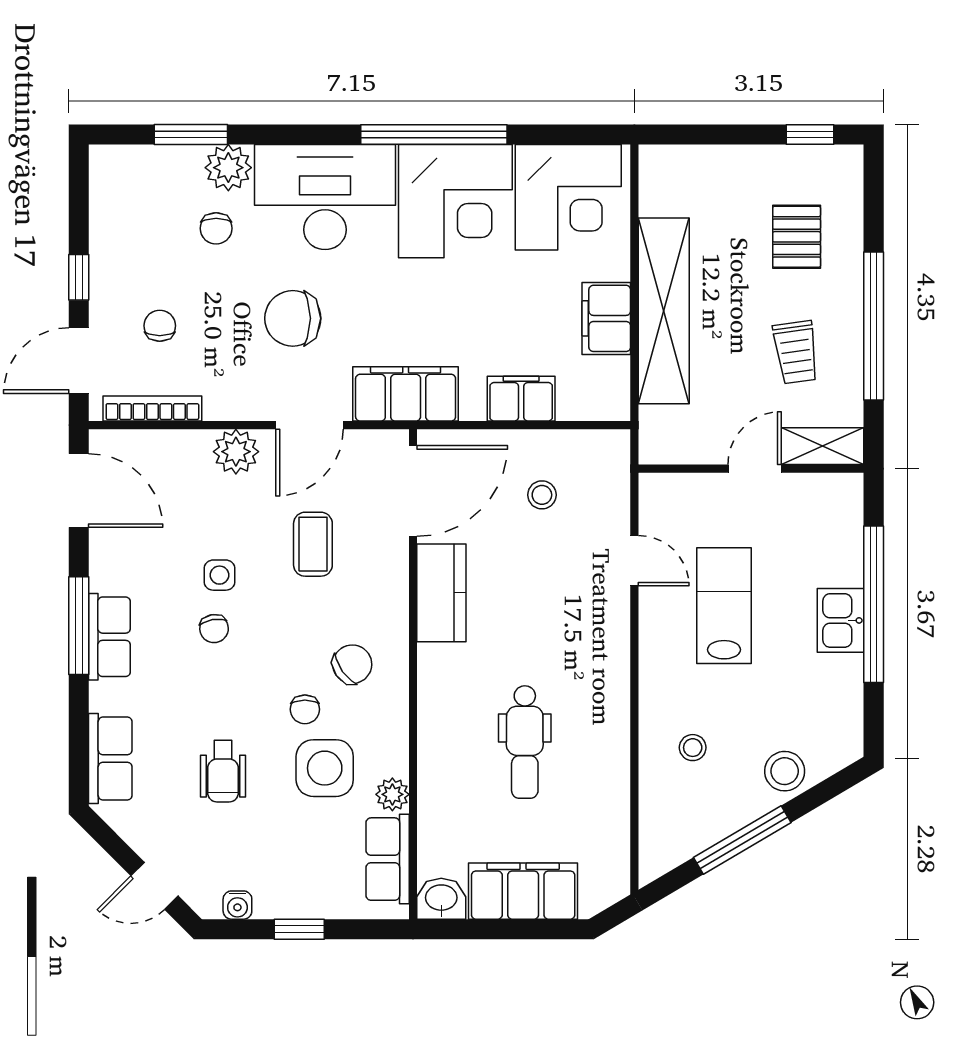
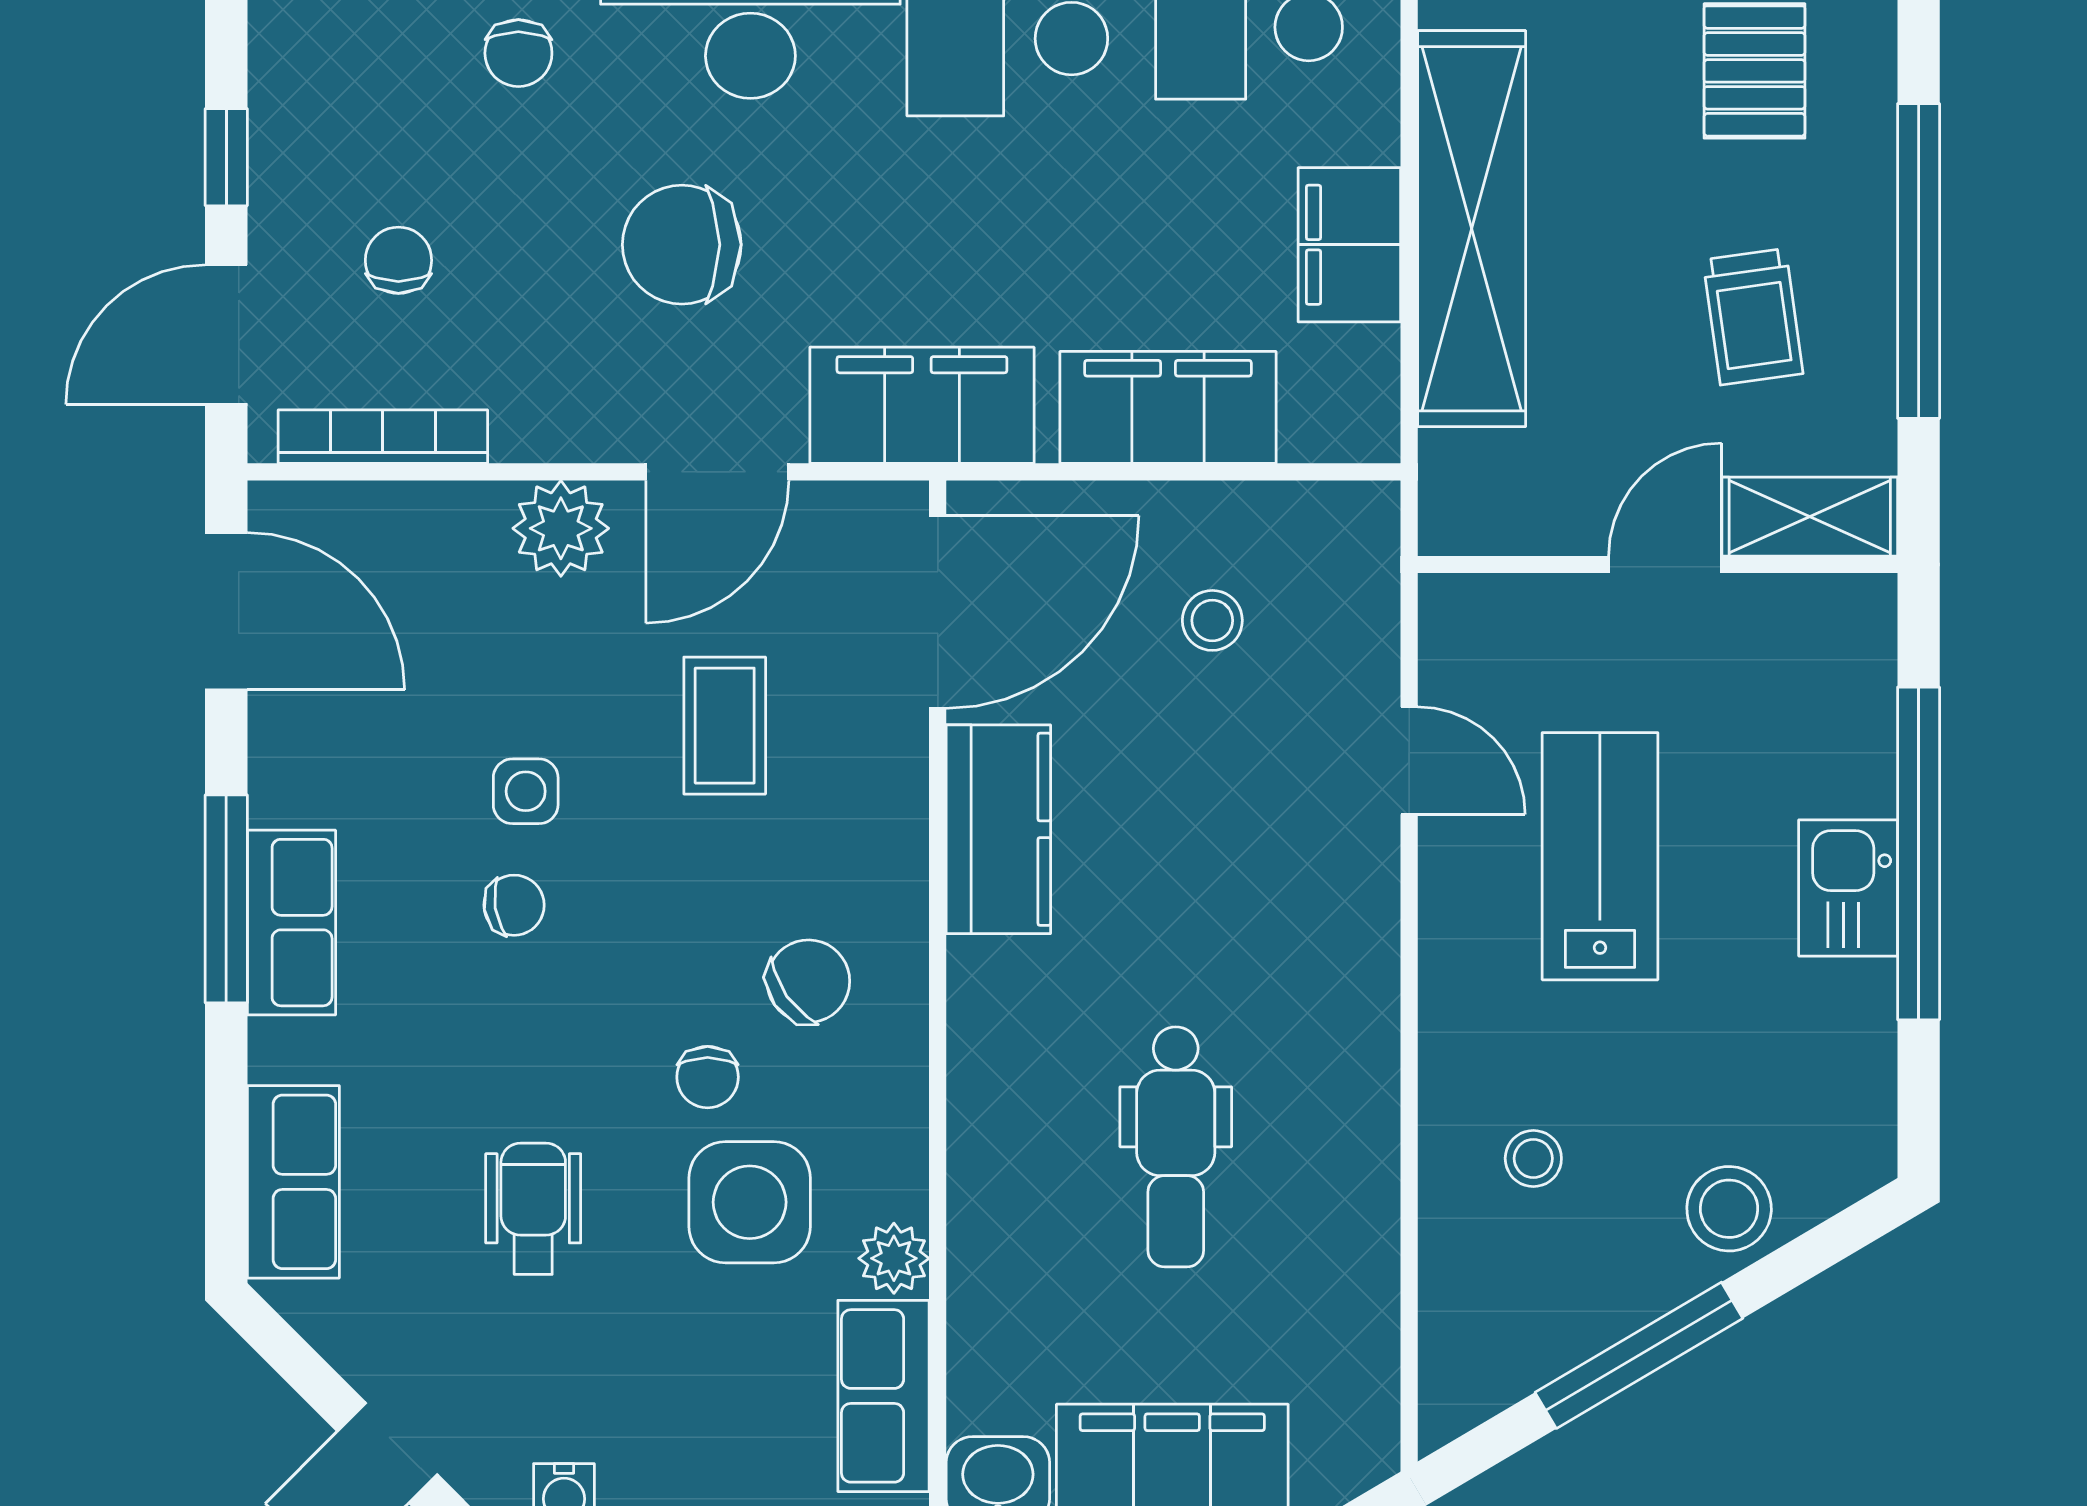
filing cabinet: (521, 399) -> (1168, 407), width x1.50, depth x1.17
chair: (214, 629) -> (514, 905), turned -89
wheelchair: (223, 771) -> (533, 1209), turned 180

